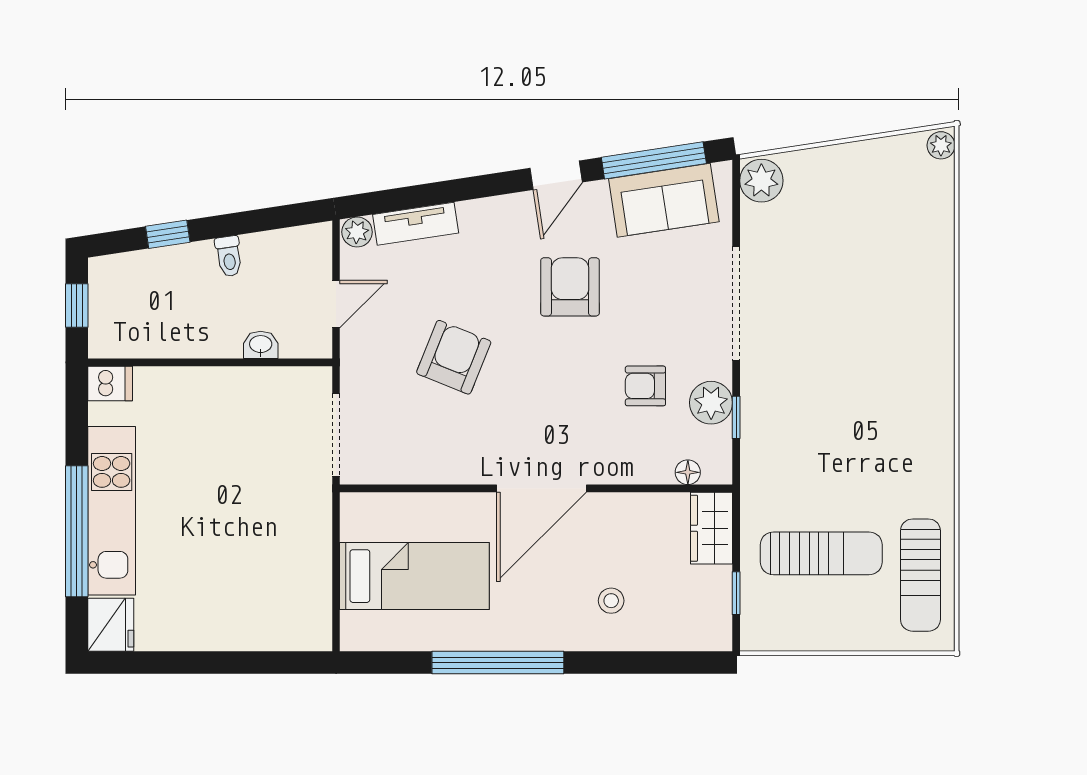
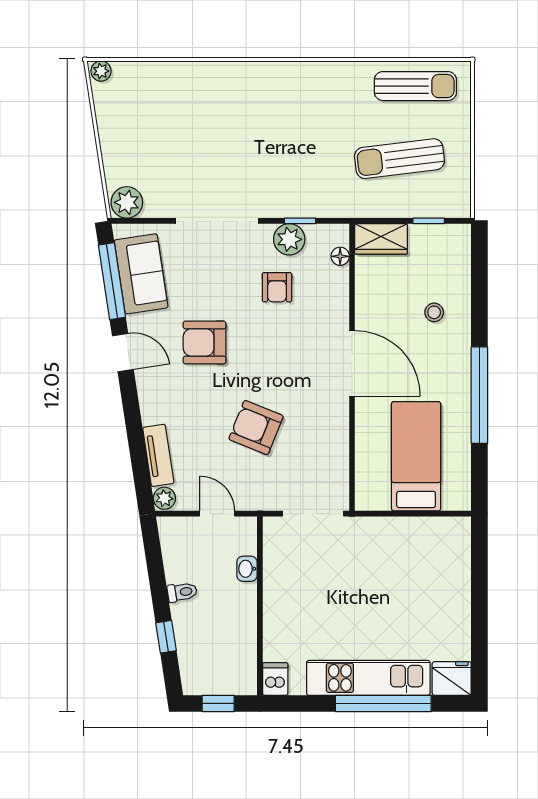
sun lounger: (821, 553) -> (399, 159), turned -97

